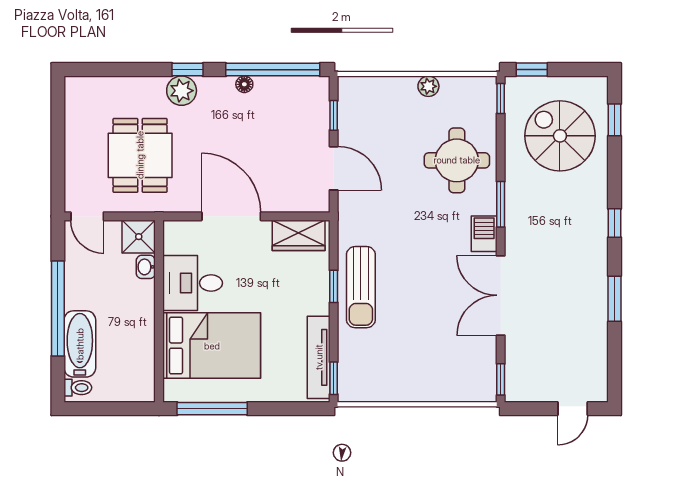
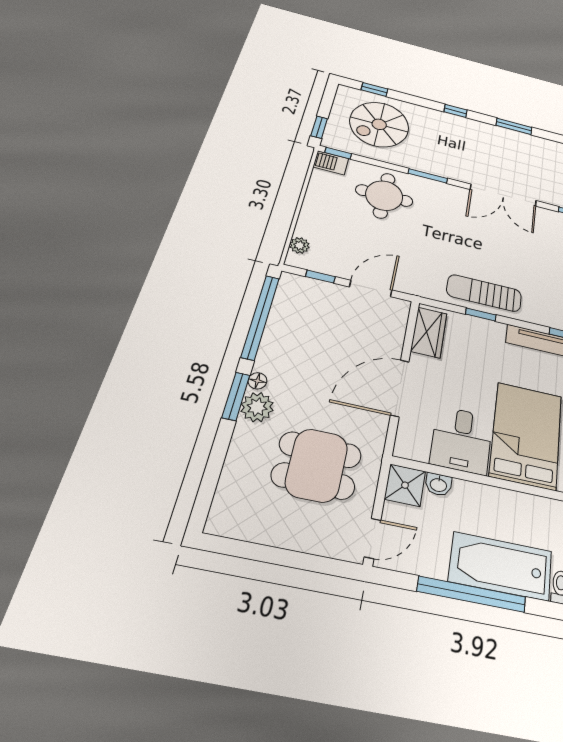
window: (187, 70) -> (236, 396), width x1.50
floor lamp: (244, 84) -> (257, 381), moved
plant: (428, 86) -> (300, 245), moved
barbecue: (484, 234) -> (331, 163), moved
sun lounger: (361, 287) -> (484, 293), turned 180
bathtub: (80, 344) -> (501, 566), width x1.36, depth x1.36

